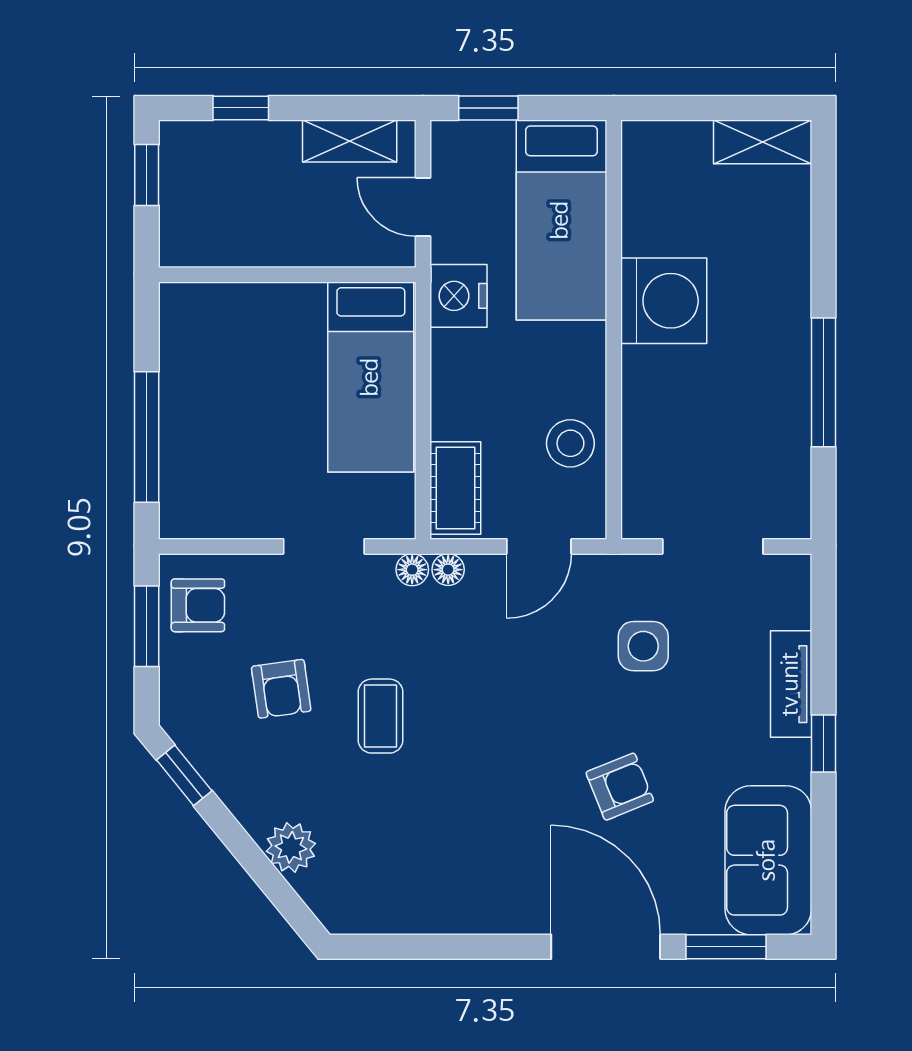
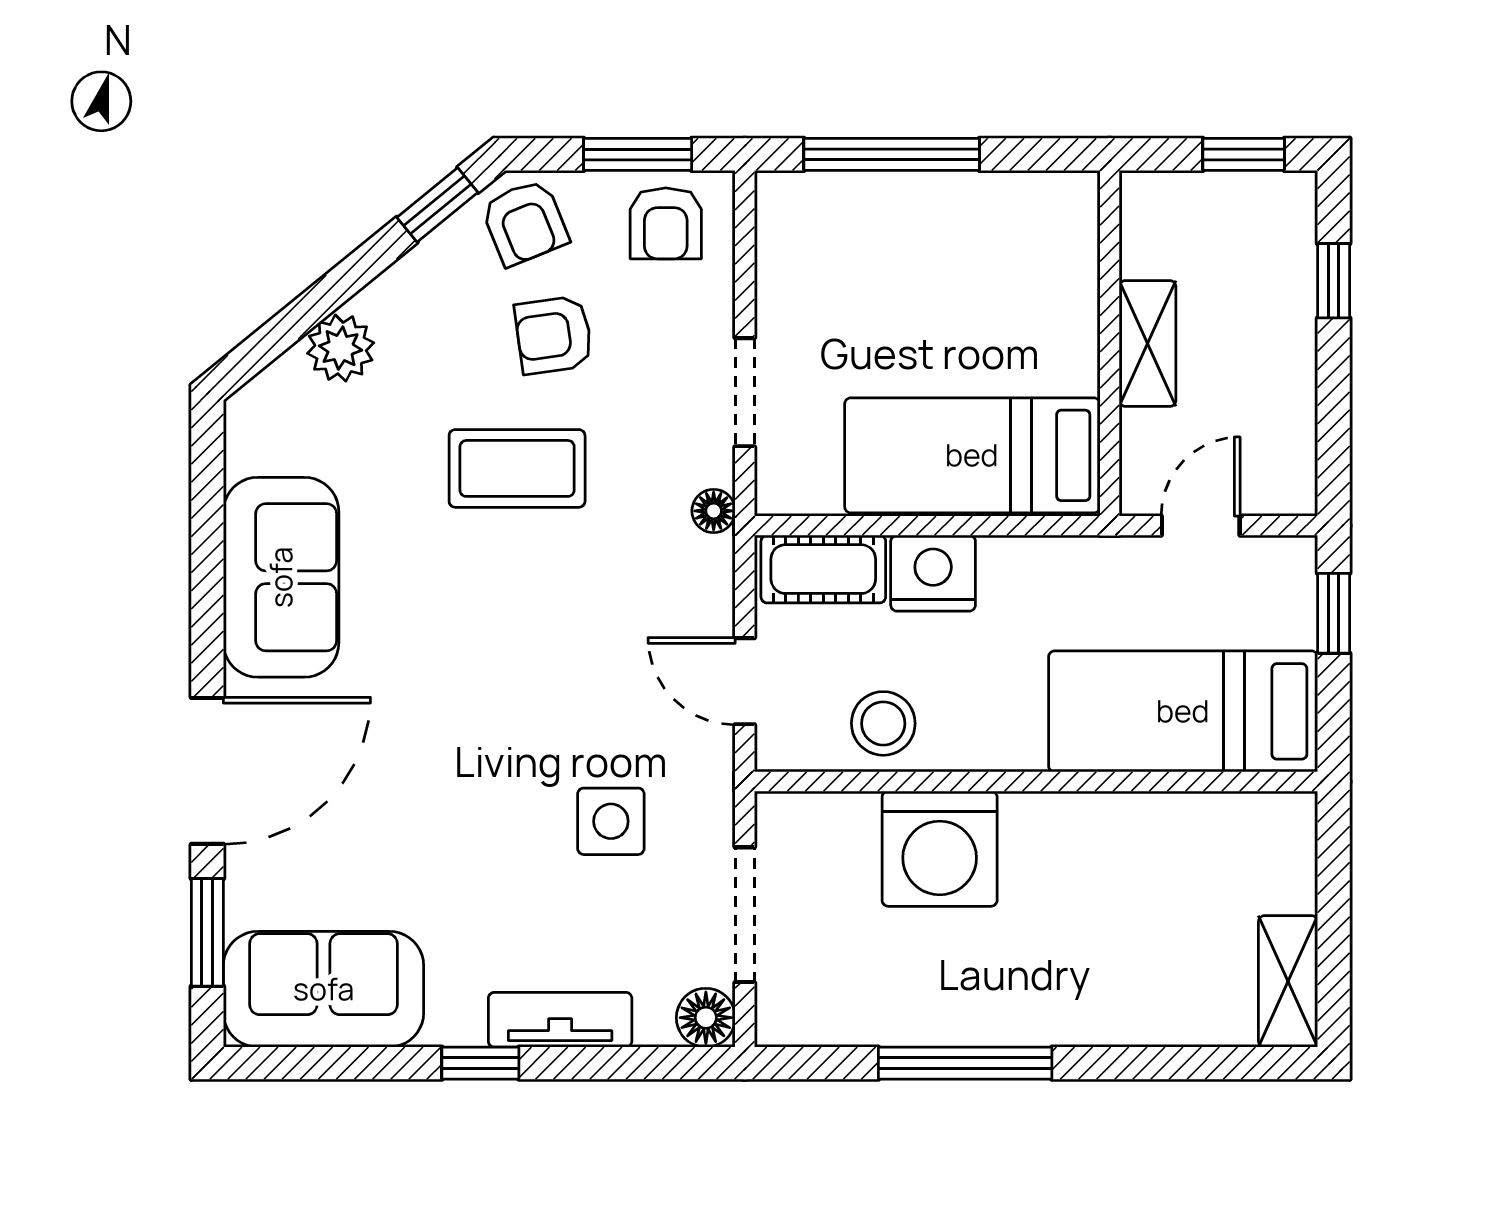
shelving: (350, 141) -> (1148, 343), moved
nightstand: (459, 296) -> (933, 573), moved
washing machine: (664, 301) -> (940, 849), moved
floor lamp: (448, 570) -> (706, 1018), moved, width x1.37, depth x1.37
coffee table: (381, 716) -> (517, 468), width x1.36, depth x1.30
armchair: (620, 787) -> (525, 223), moved
sofa: (462, 892) -> (281, 577), added

